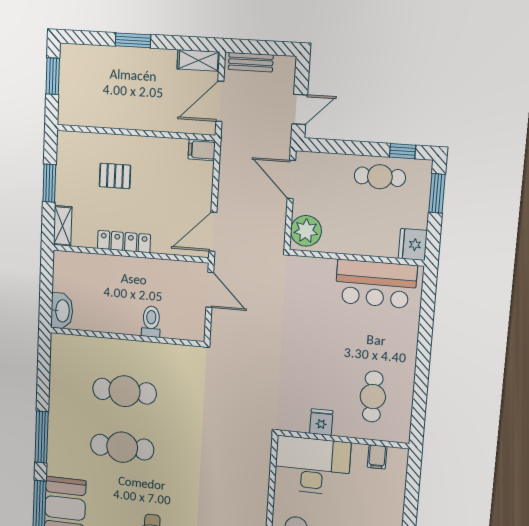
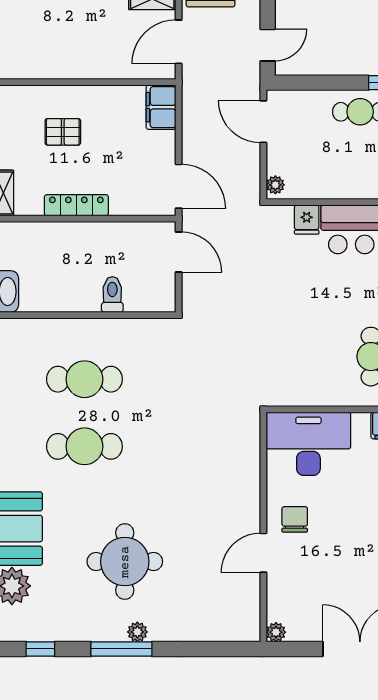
filing cabinet: (202, 150) -> (161, 107), width x2.00
plant: (306, 231) -> (275, 185), width x0.53, depth x0.53
door: (213, 232) -> (179, 186), swing flipped
fridge: (321, 422) -> (307, 220), moved, turned 180

